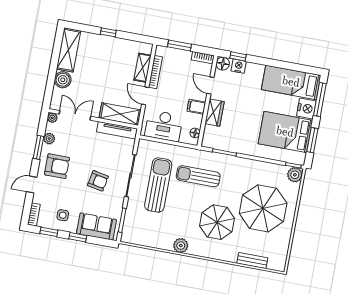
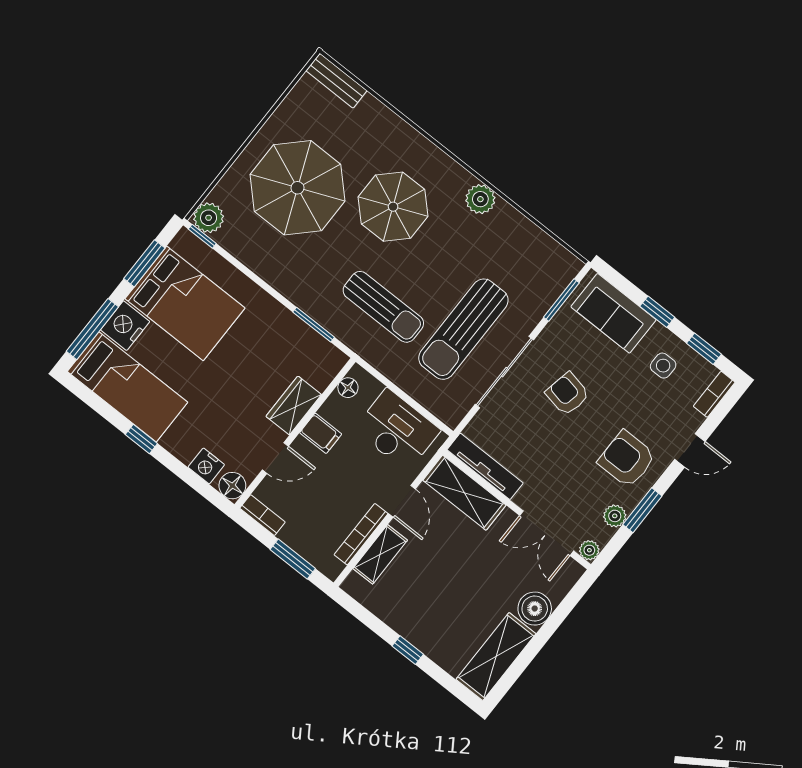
window: (238, 56) -> (141, 439), moved
door: (210, 85) -> (275, 458), hinge flipped
bench: (252, 261) -> (337, 81), moved

